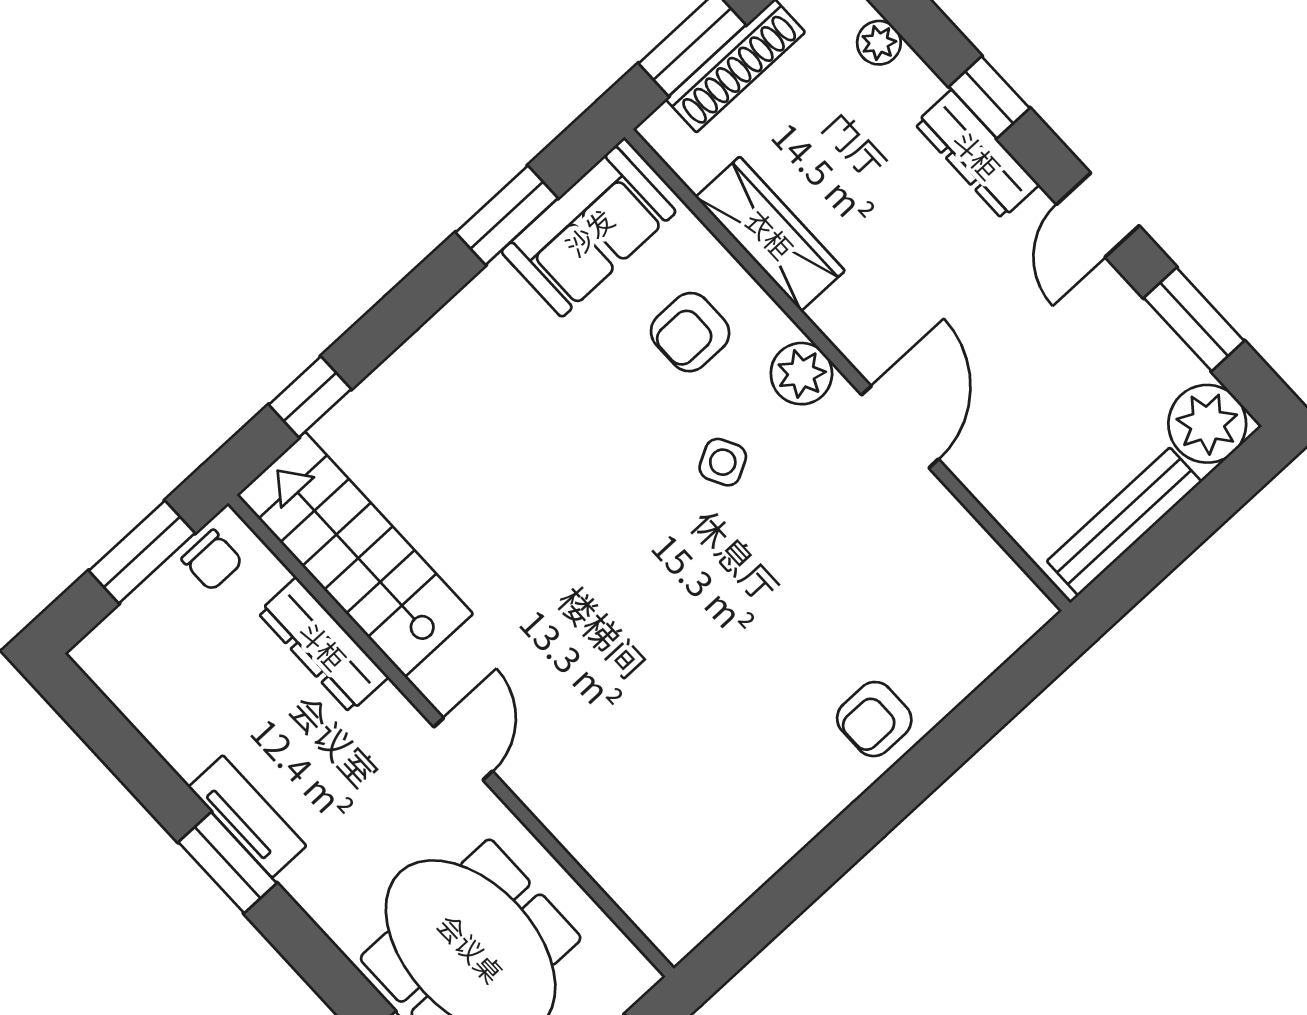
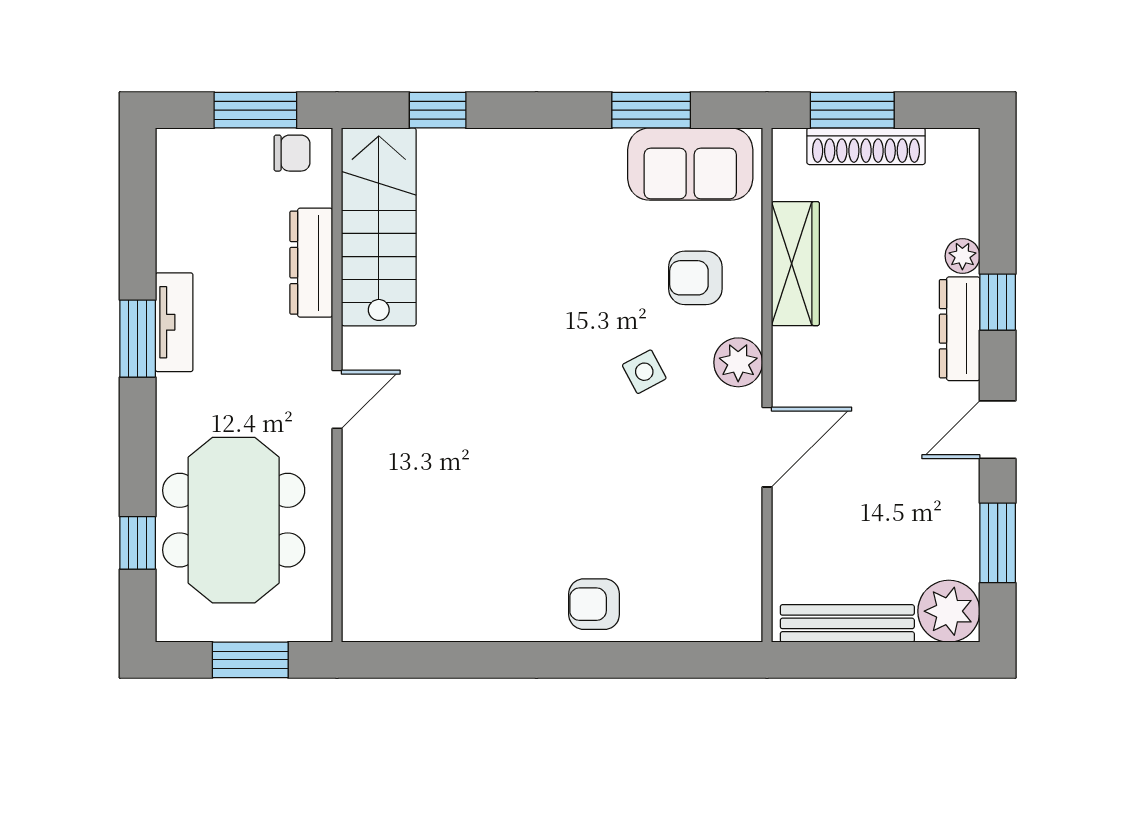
plant: (879, 43) -> (962, 256), moved
chair: (212, 560) -> (292, 153), turned -90

